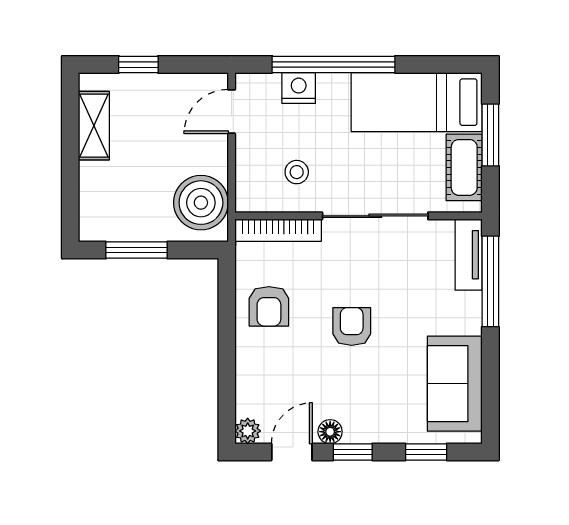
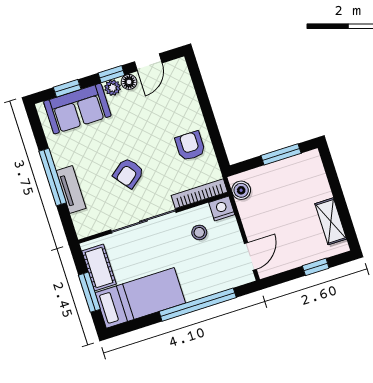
nightstand: (299, 88) -> (222, 209), moved, turned 180
boiler: (201, 203) -> (241, 190), width x0.54, depth x0.54
tv unit: (469, 255) -> (71, 189), moved
window: (490, 281) -> (53, 177), moved
armchair: (352, 326) -> (128, 173), moved, turned 52
sofa: (455, 384) -> (77, 109), moved, turned 90
plant: (248, 431) -> (113, 88), moved

